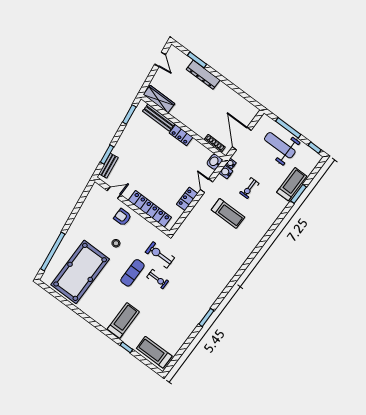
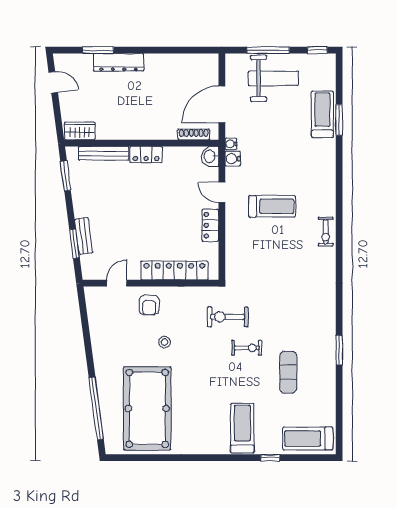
wardrobe: (159, 99) -> (80, 131), width x0.67
door: (242, 139) -> (222, 104), hinge flipped
weight bench: (280, 145) -> (273, 78), turned 180
bench: (108, 166) -> (84, 236), moved
exercise bike: (249, 188) -> (326, 232), moved
armchair: (122, 217) -> (149, 305), turned -90
exercise mat: (132, 273) -> (288, 372), moved

